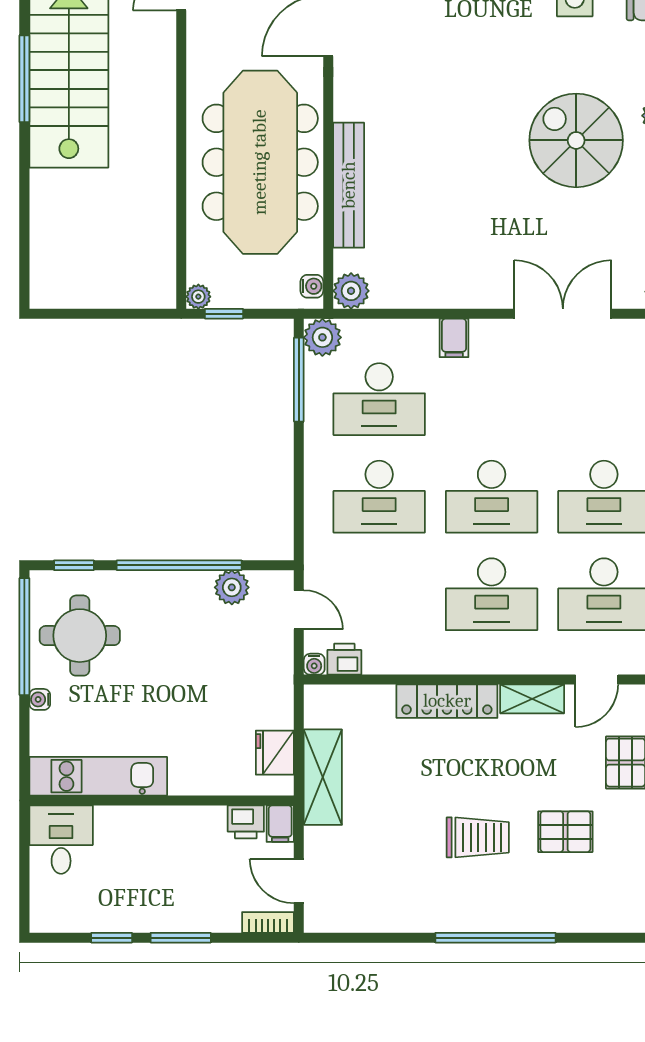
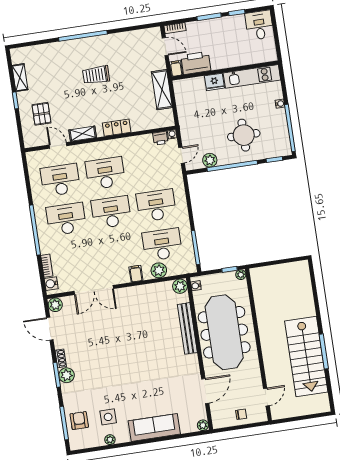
spiral stairs: (576, 140) -> (99, 360), removed
plant: (322, 337) -> (159, 270), moved
door: (299, 610) -> (182, 155), swing flipped
round table: (80, 636) -> (244, 135), moved
door: (597, 680) -> (58, 145), hinge flipped
locker: (447, 701) -> (117, 128), width x0.66
fridge: (275, 753) -> (214, 82), moved, turned 90
printer: (246, 822) -> (196, 63), width x1.87, depth x1.48
pallet: (565, 832) -> (61, 83), removed
desk: (61, 840) -> (259, 25), moved, turned 180

